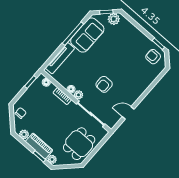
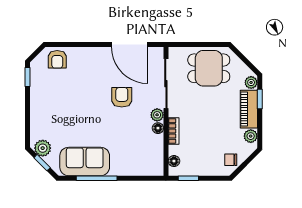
armchair: (153, 57) -> (57, 59), moved
tv unit: (60, 58) -> (135, 169), removed
armchair: (104, 84) -> (122, 97), turned -90
door: (128, 113) -> (130, 45), width x1.88

